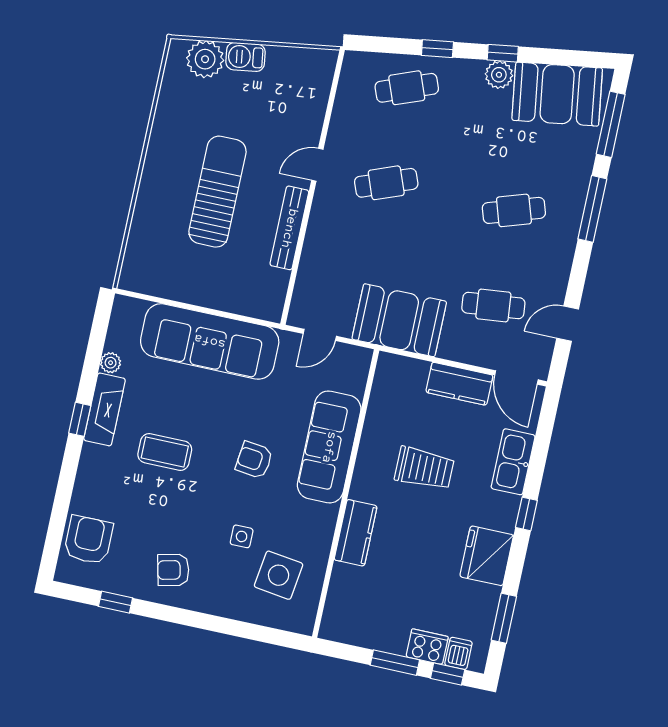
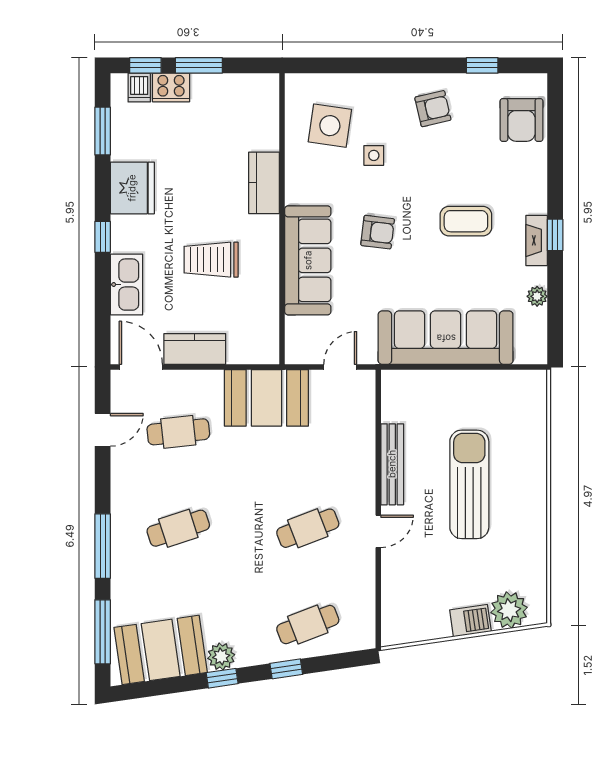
sun lounger: (218, 192) -> (469, 484), turned 180
fireplace: (105, 409) -> (537, 240), width x0.73, depth x0.76

